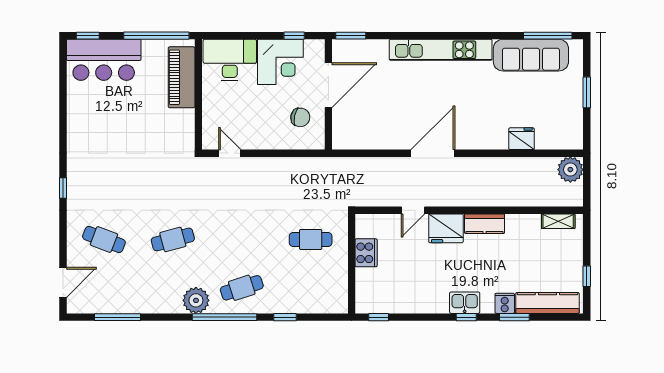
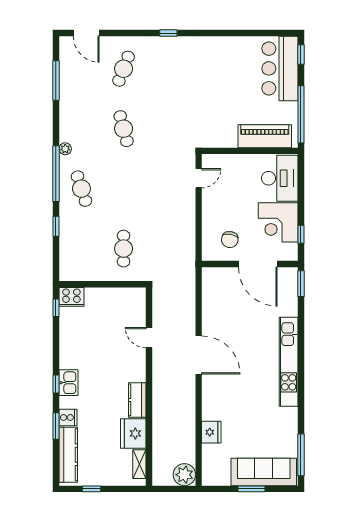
sofa: (531, 55) -> (264, 472), moved, turned 90
fridge: (446, 228) -> (133, 433), moved
cooker: (366, 253) -> (71, 297), moved
plant: (196, 300) -> (65, 149), width x0.53, depth x0.53

